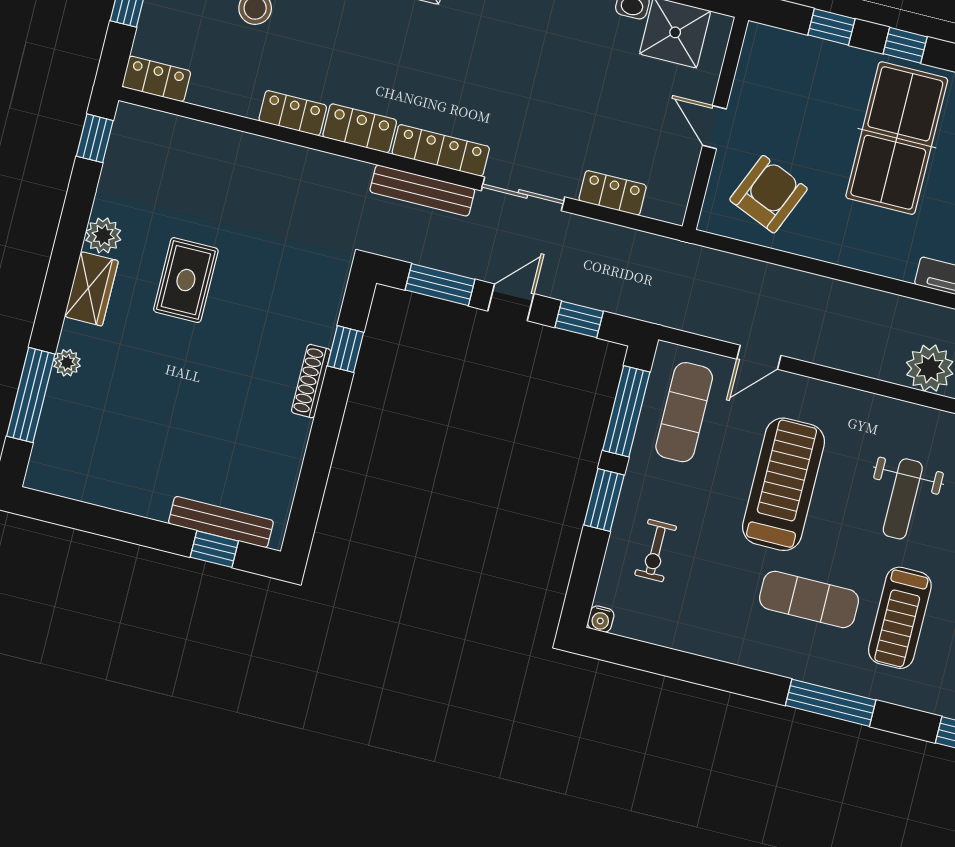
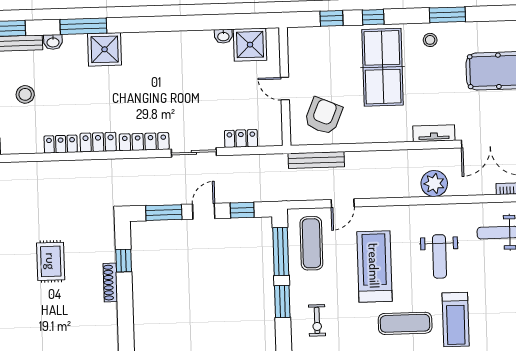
bench: (422, 190) -> (316, 160), moved
rug: (186, 280) -> (51, 261), moved

